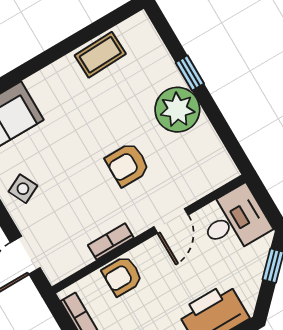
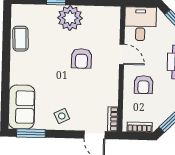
bookcase: (111, 241) -> (113, 119), moved
armchair: (122, 276) -> (143, 85), moved

